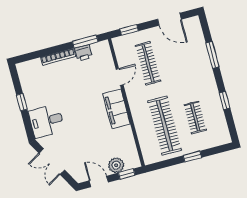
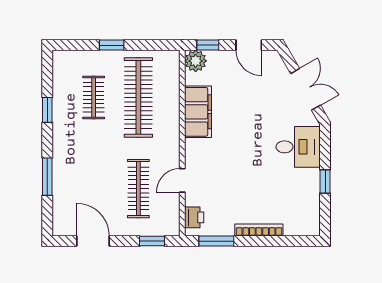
printer: (83, 53) -> (194, 217), moved, turned 90
filing cabinet: (116, 109) -> (198, 112), moved
plant: (116, 165) -> (196, 61), moved

